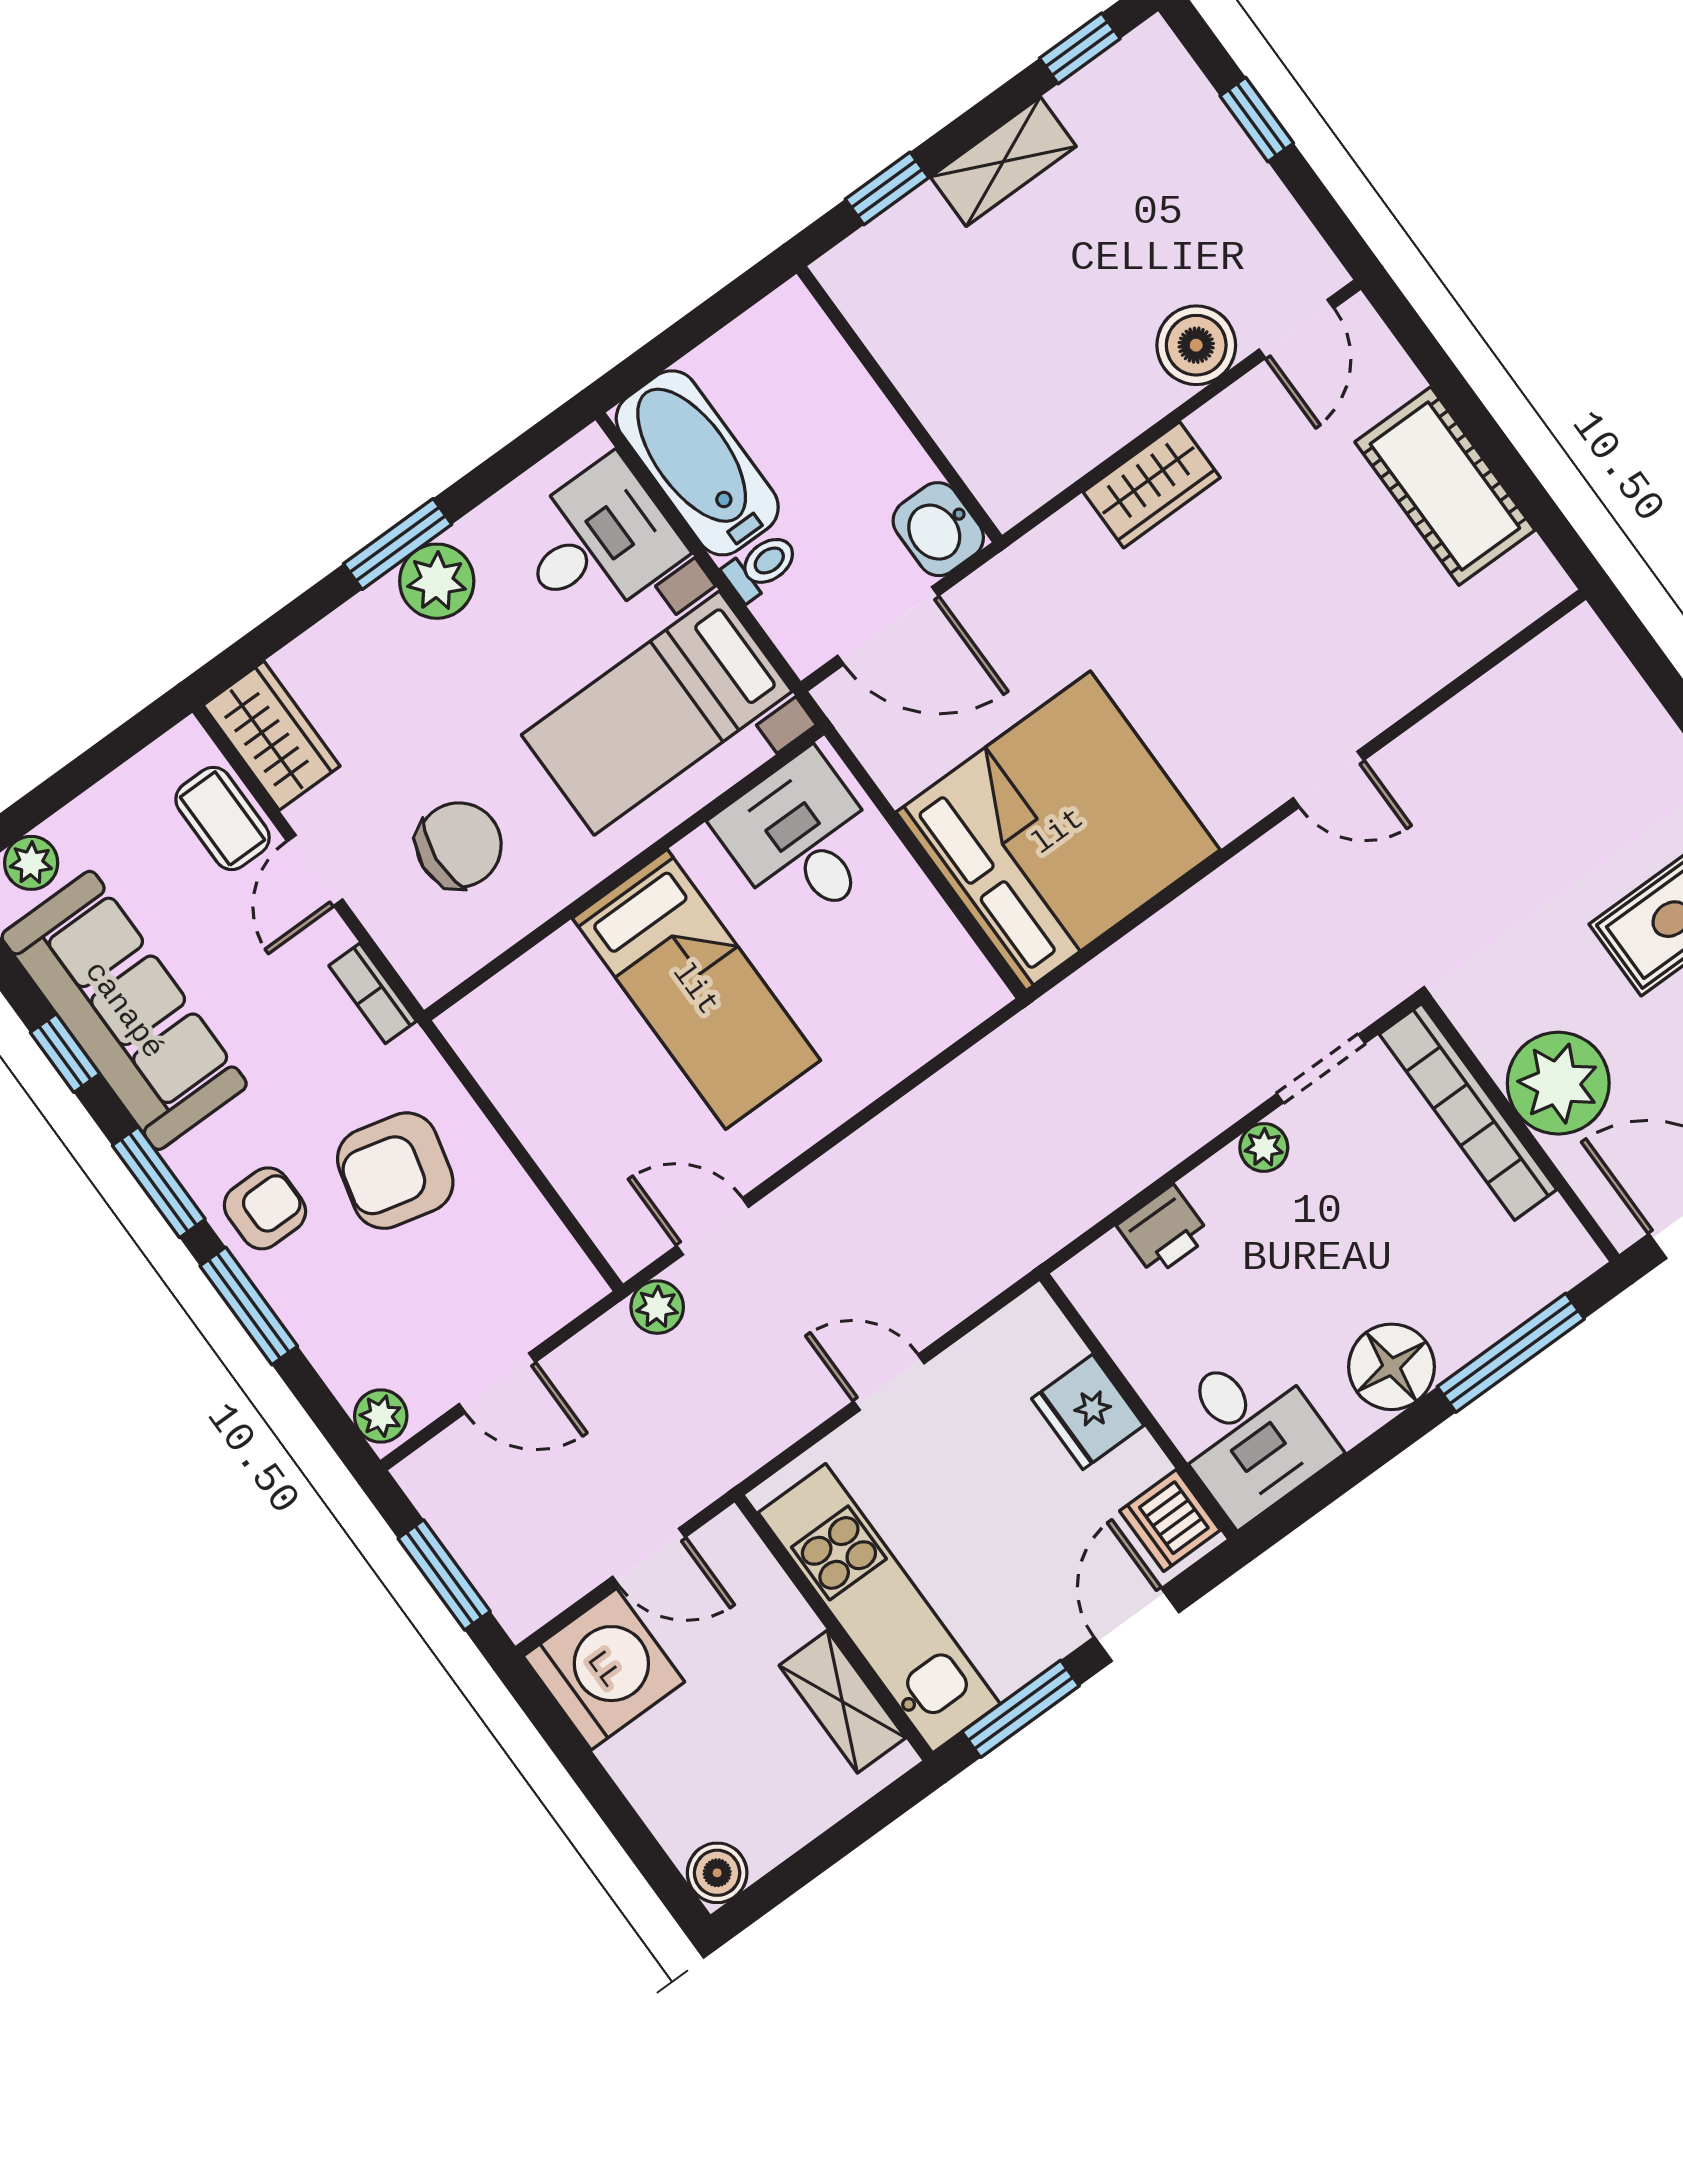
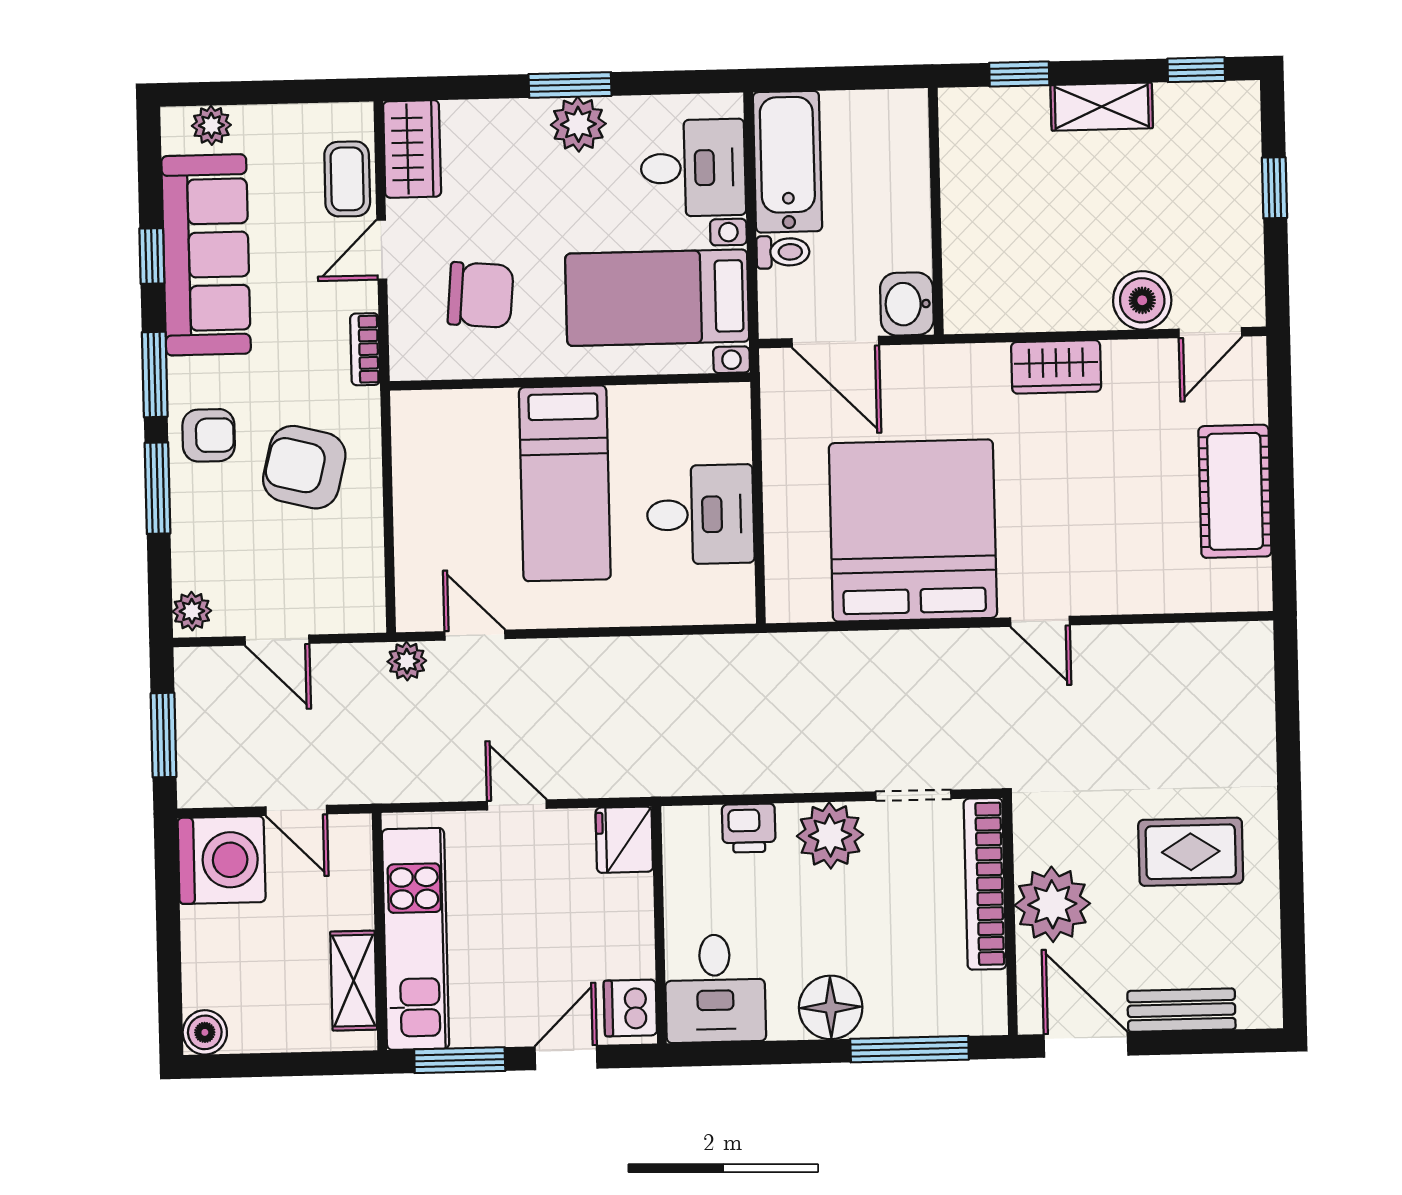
bed: (1058, 831) -> (913, 531), moved, turned -90
desk: (802, 840) -> (700, 515), moved, turned 90
plant: (1264, 1147) -> (830, 835), width x1.88, depth x1.88
fridge: (1088, 1412) -> (624, 840), moved

